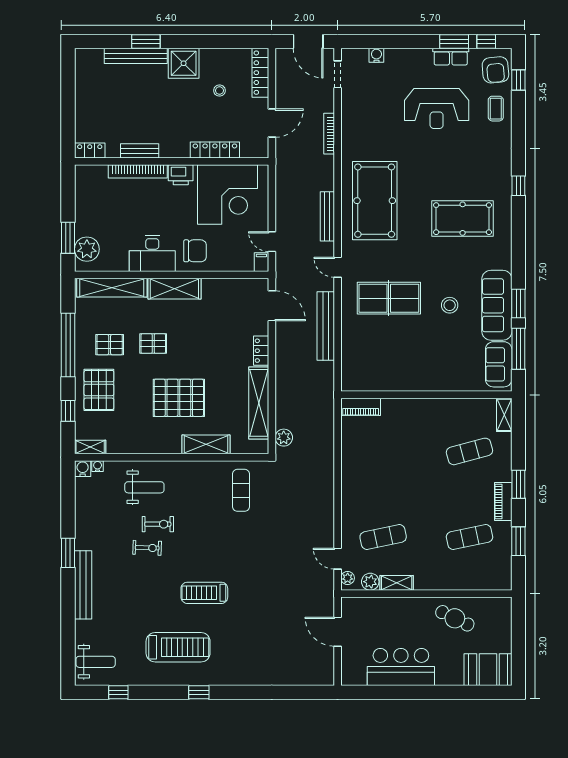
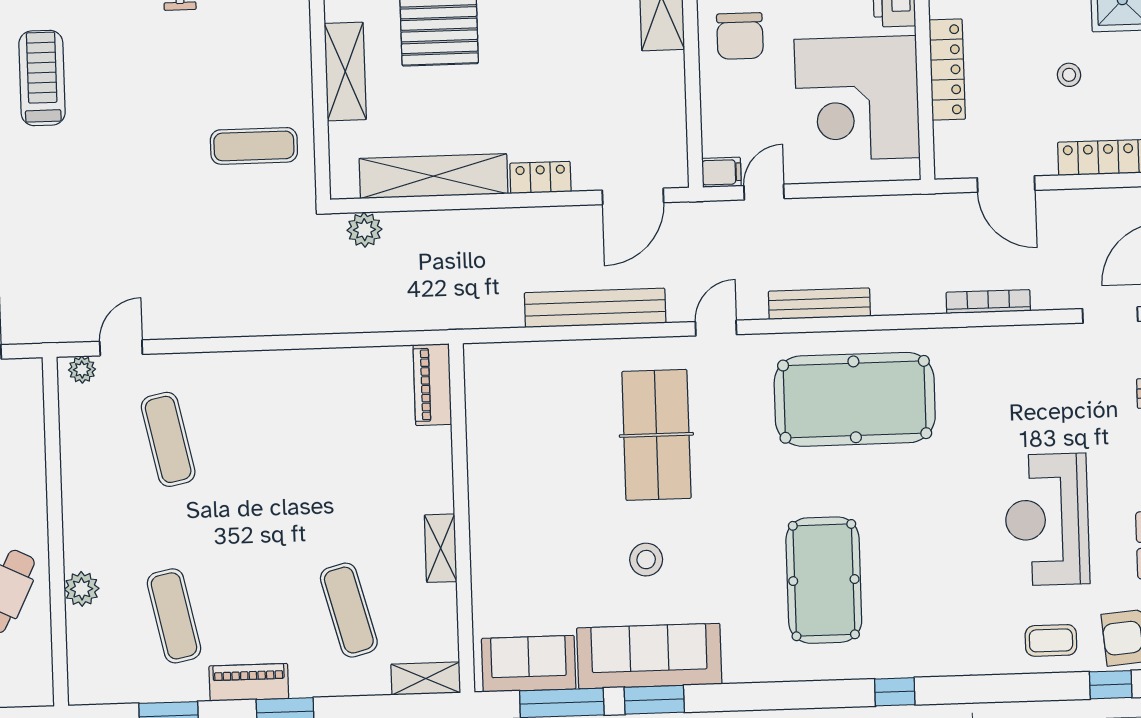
plant: (370, 582) -> (82, 589), moved
shelving: (397, 583) -> (441, 548), moved

